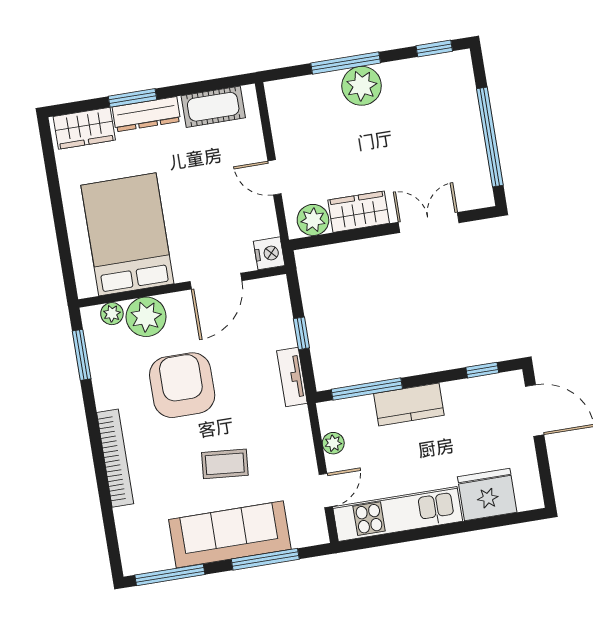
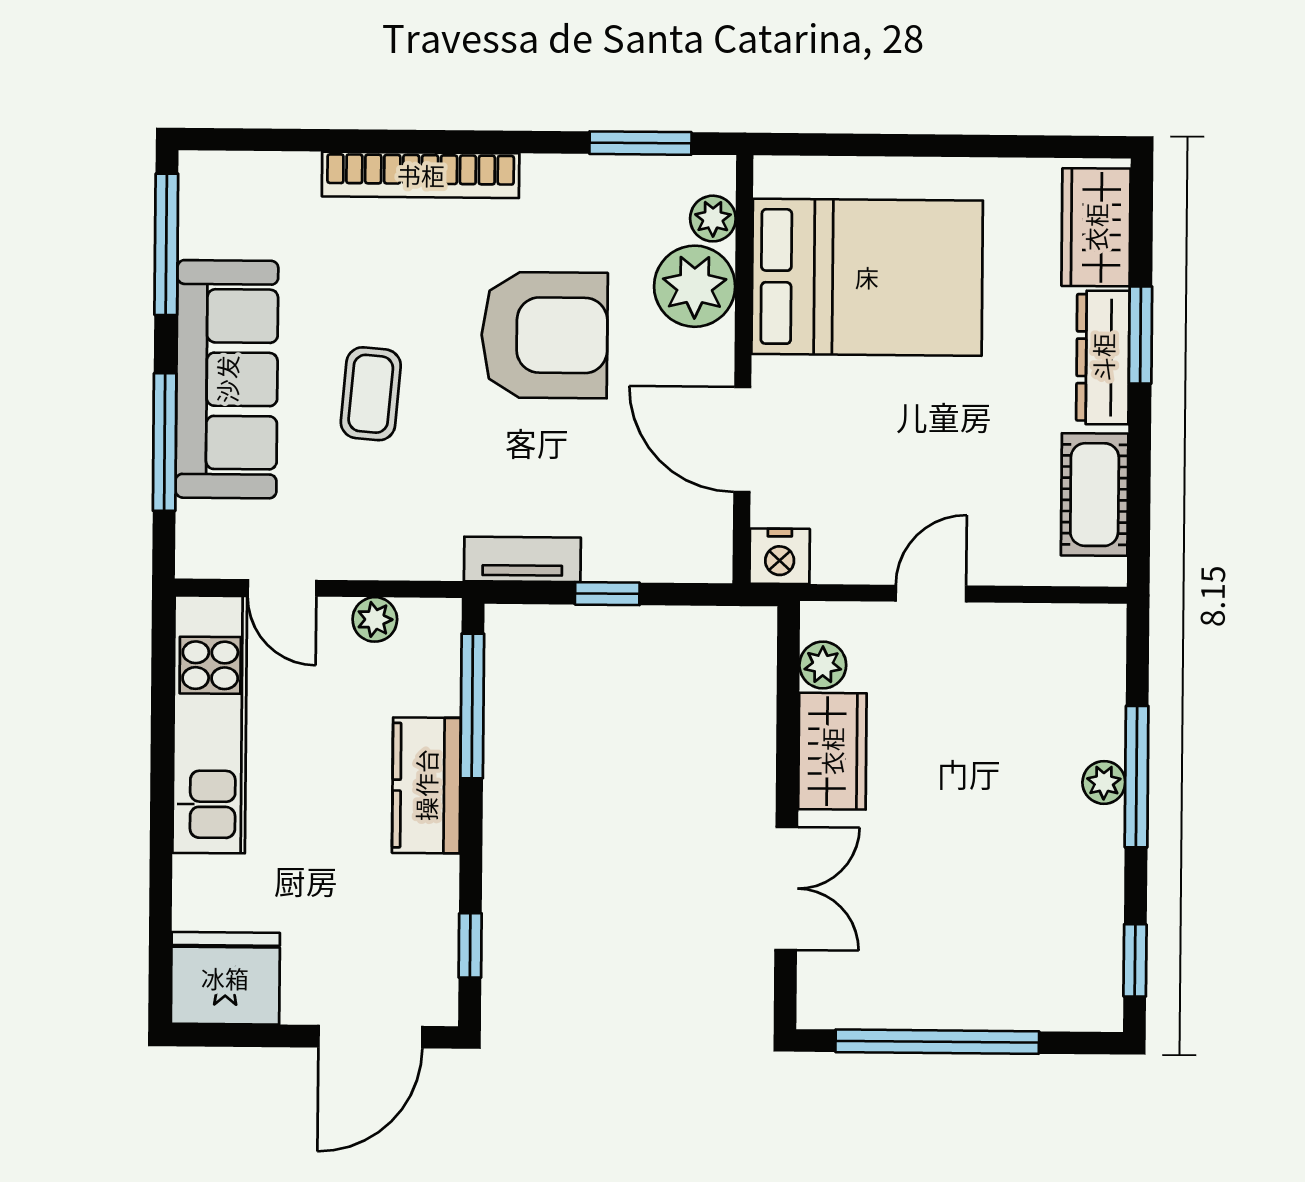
plant: (362, 86) -> (1104, 782), width x0.53, depth x0.53
plant: (313, 220) -> (823, 665), width x0.73, depth x0.73
fridge: (487, 495) -> (225, 978), moved, turned -90

